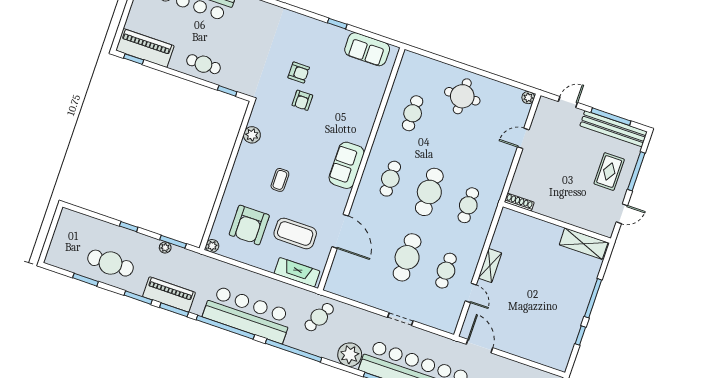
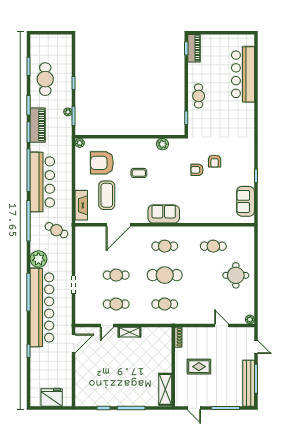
piano: (145, 48) -> (194, 48), width x0.73, depth x0.75
rug: (609, 172) -> (199, 367), moved
cafe table: (407, 257) -> (116, 275), width x0.73, depth x0.74

